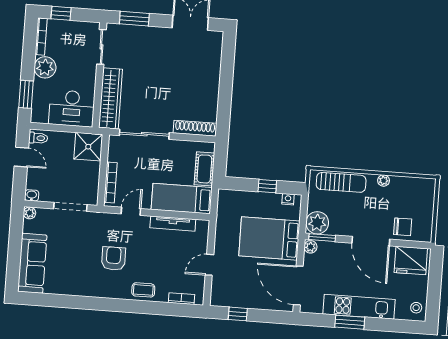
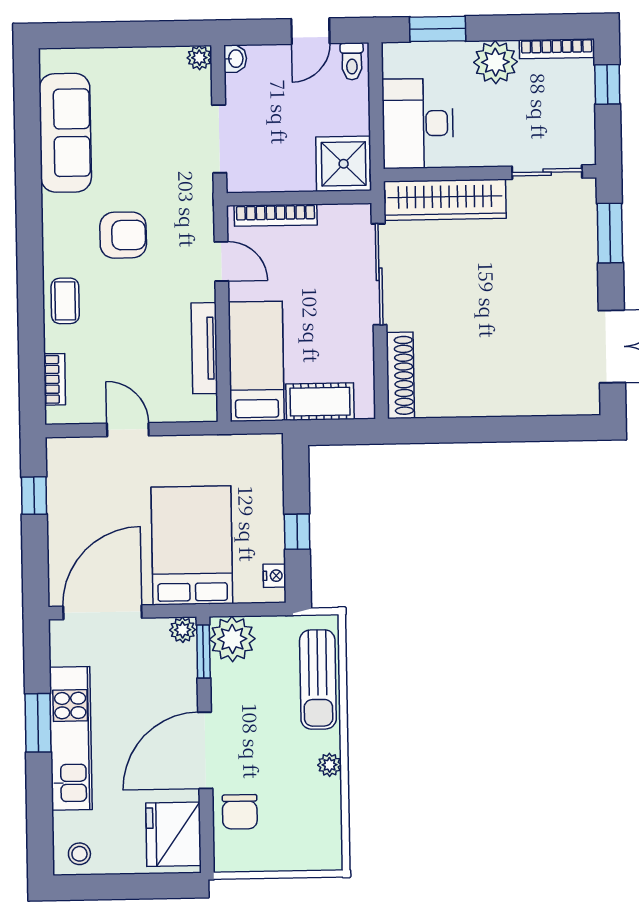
sofa: (32, 263) -> (65, 133), moved, turned -90

